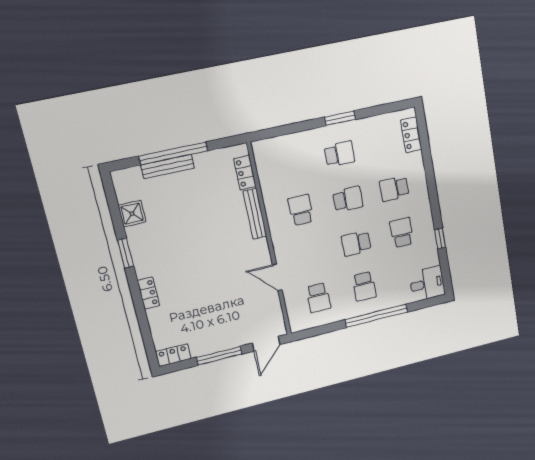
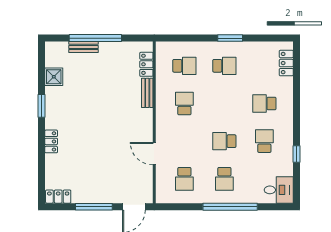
bench: (168, 167) -> (83, 47), width x0.73
school desk: (348, 199) -> (184, 66), moved
bench: (255, 214) -> (147, 93), width x0.73

